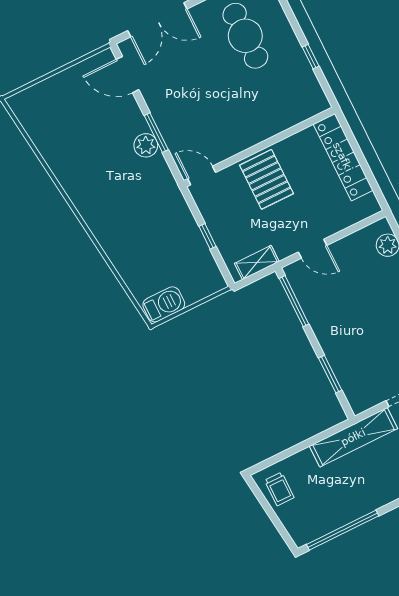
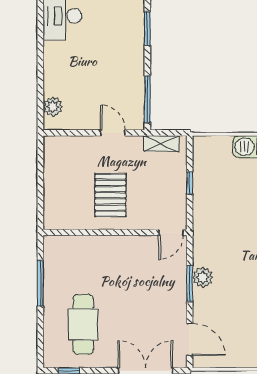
window: (311, 57) -> (40, 283), width x2.17
locker: (343, 157) -> (54, 192), removed
door: (202, 176) -> (171, 232), hinge flipped
pallet: (266, 179) -> (110, 195), moved

